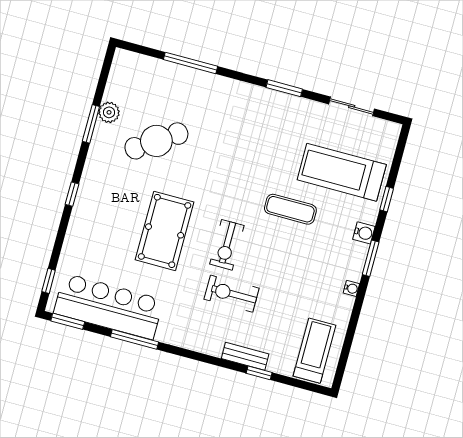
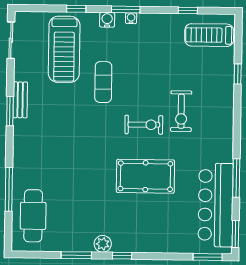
sliding door: (352, 106) -> (11, 40), moved
plant: (109, 112) -> (103, 244), moved
cafe table: (156, 141) -> (33, 216), moved, turned 34
window: (72, 194) -> (122, 256), moved
window: (49, 281) -> (208, 257), width x1.50
water cooler: (351, 288) -> (131, 18), moved
window: (351, 333) -> (188, 10), added
bench: (245, 356) -> (20, 100), moved

